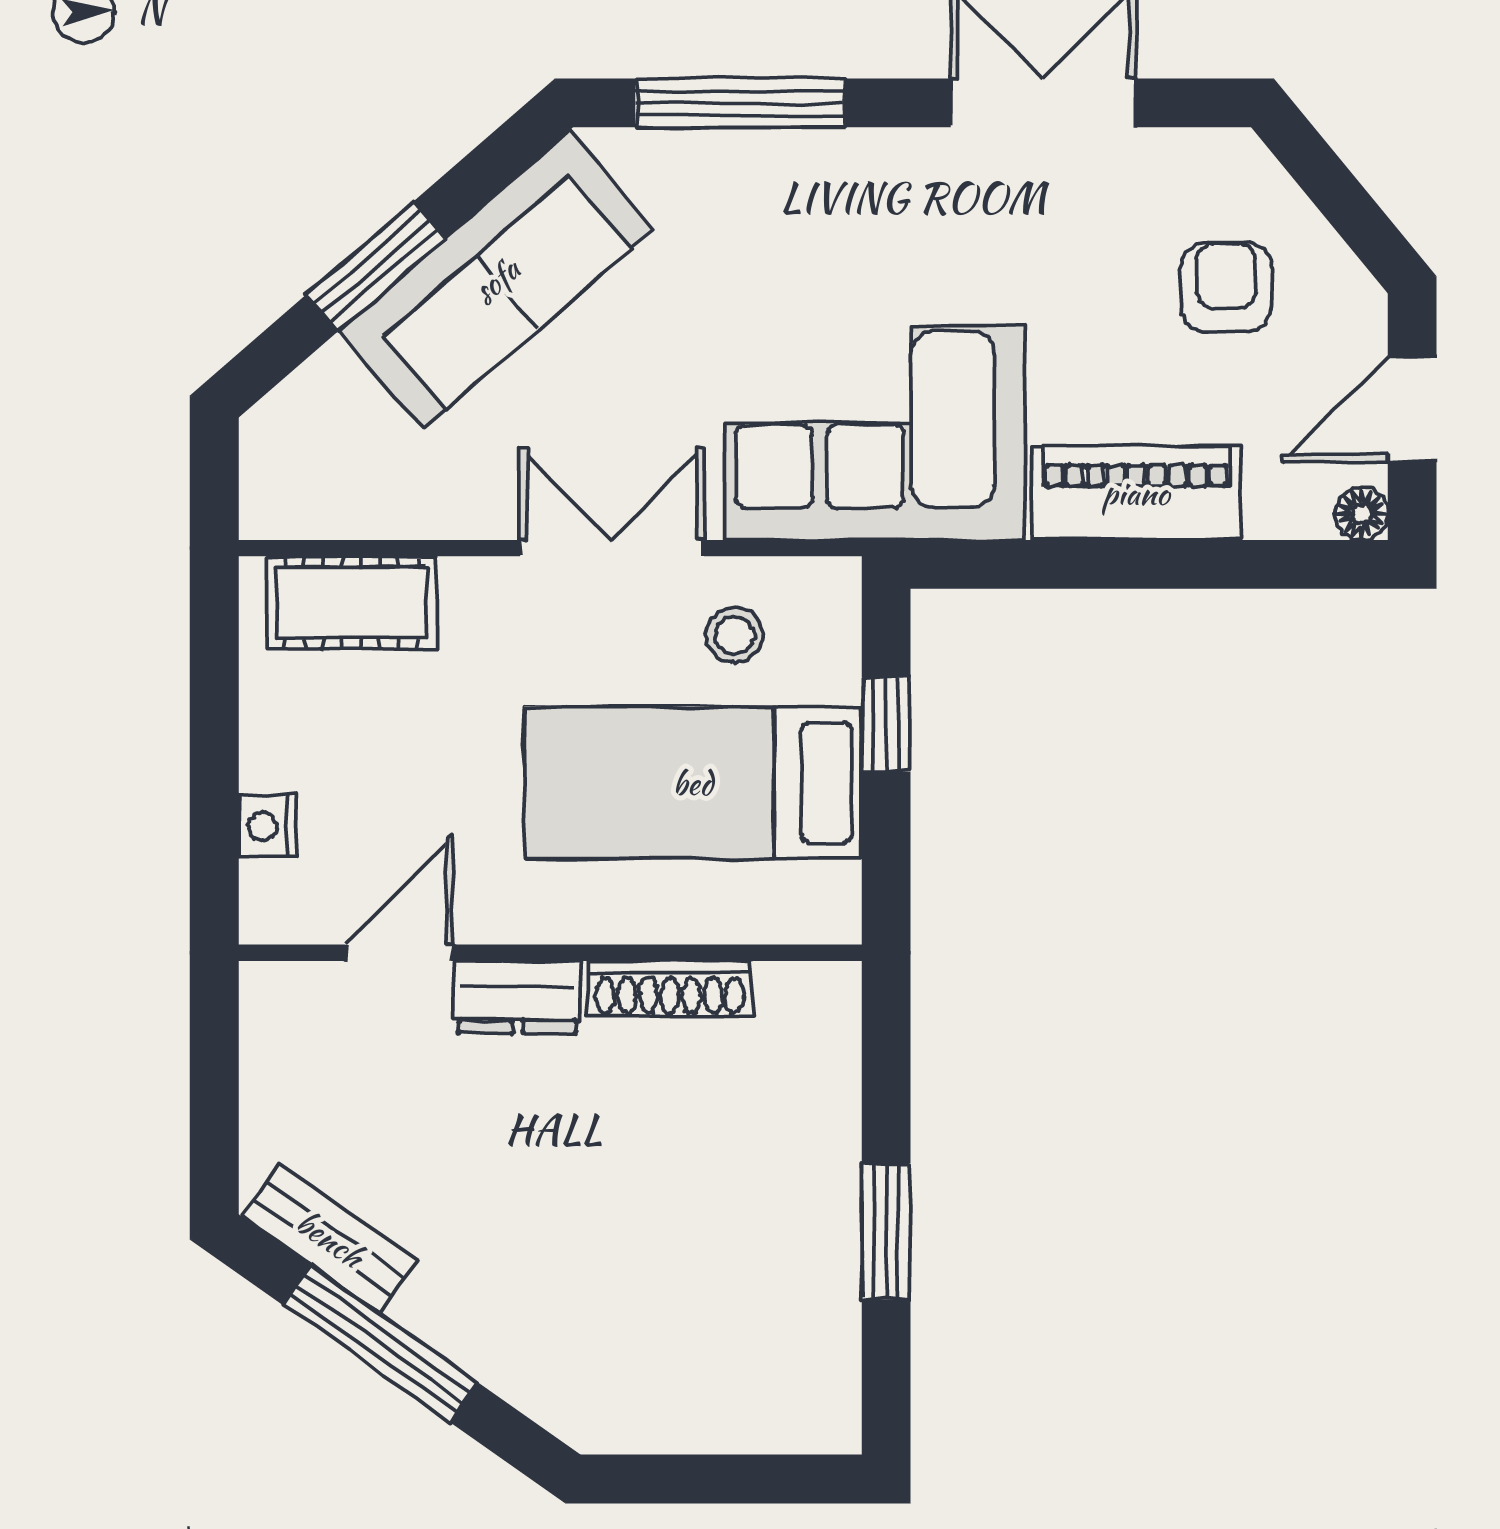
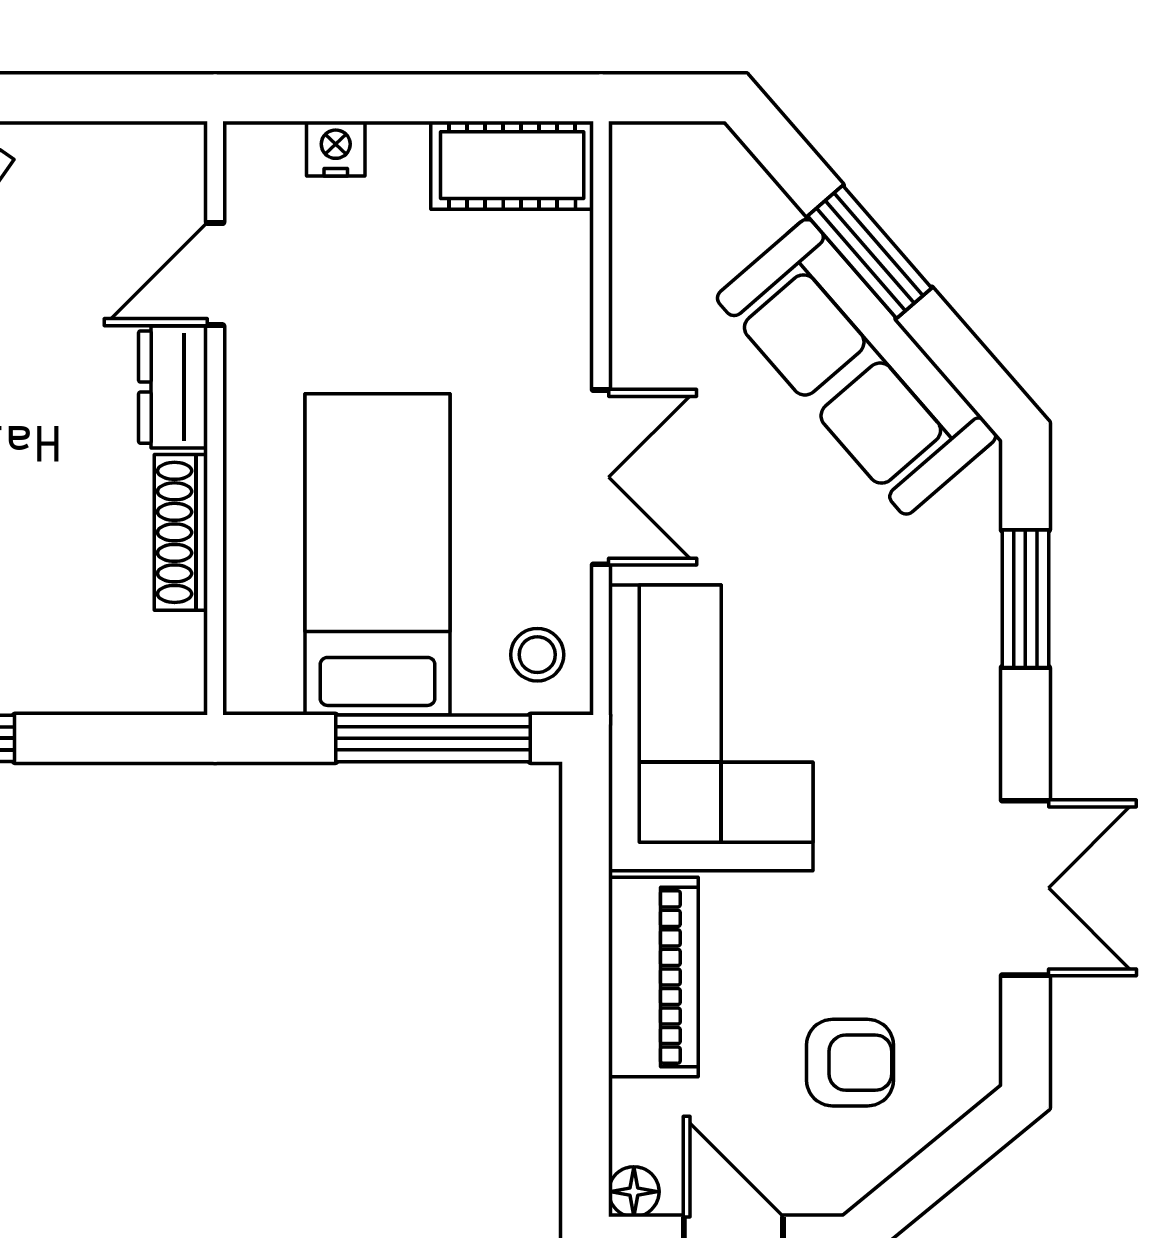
window: (740, 103) -> (1025, 599), width x0.69
cot: (351, 602) -> (512, 165), moved, turned 90
stool: (734, 635) -> (537, 655), moved
window: (886, 724) -> (433, 738), width x2.17
door: (399, 953) -> (215, 274), swing flipped

